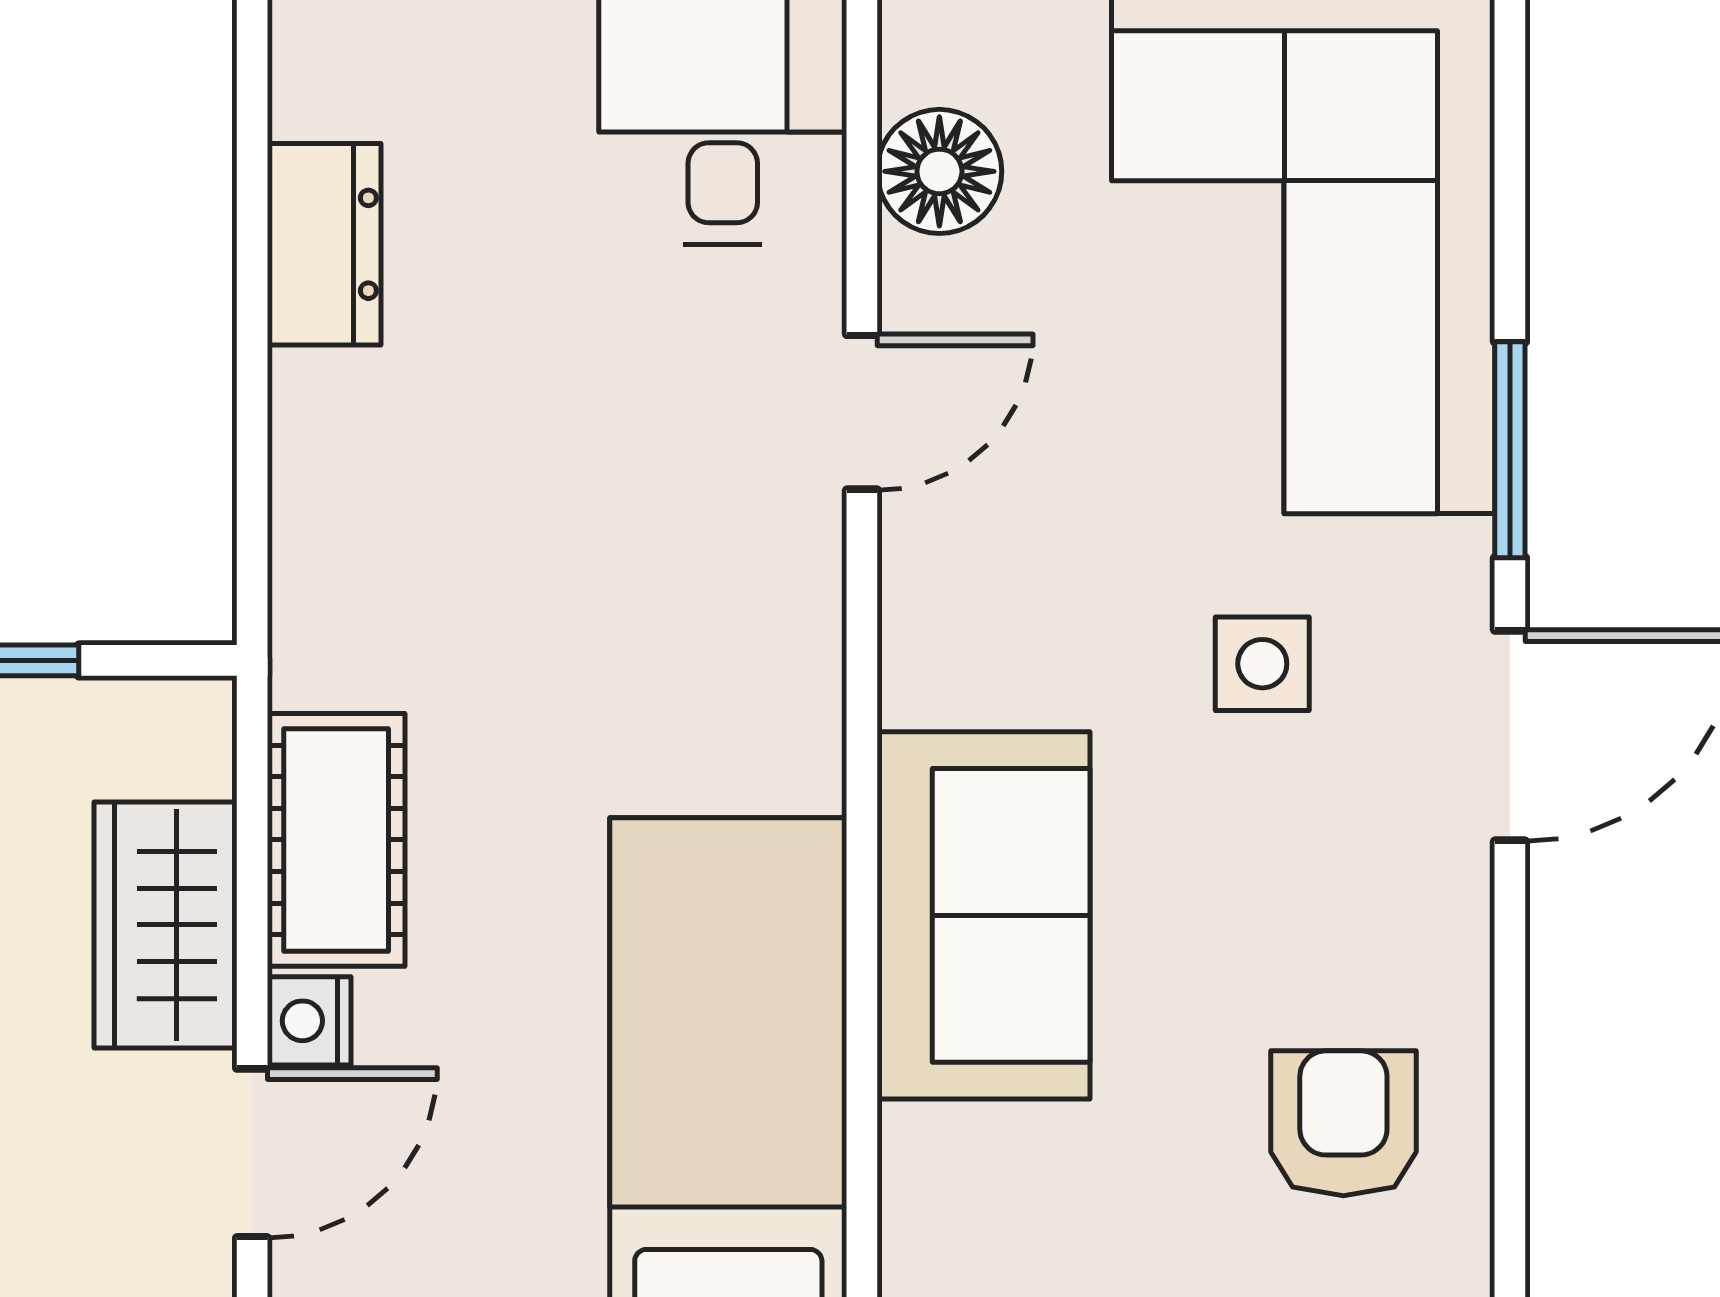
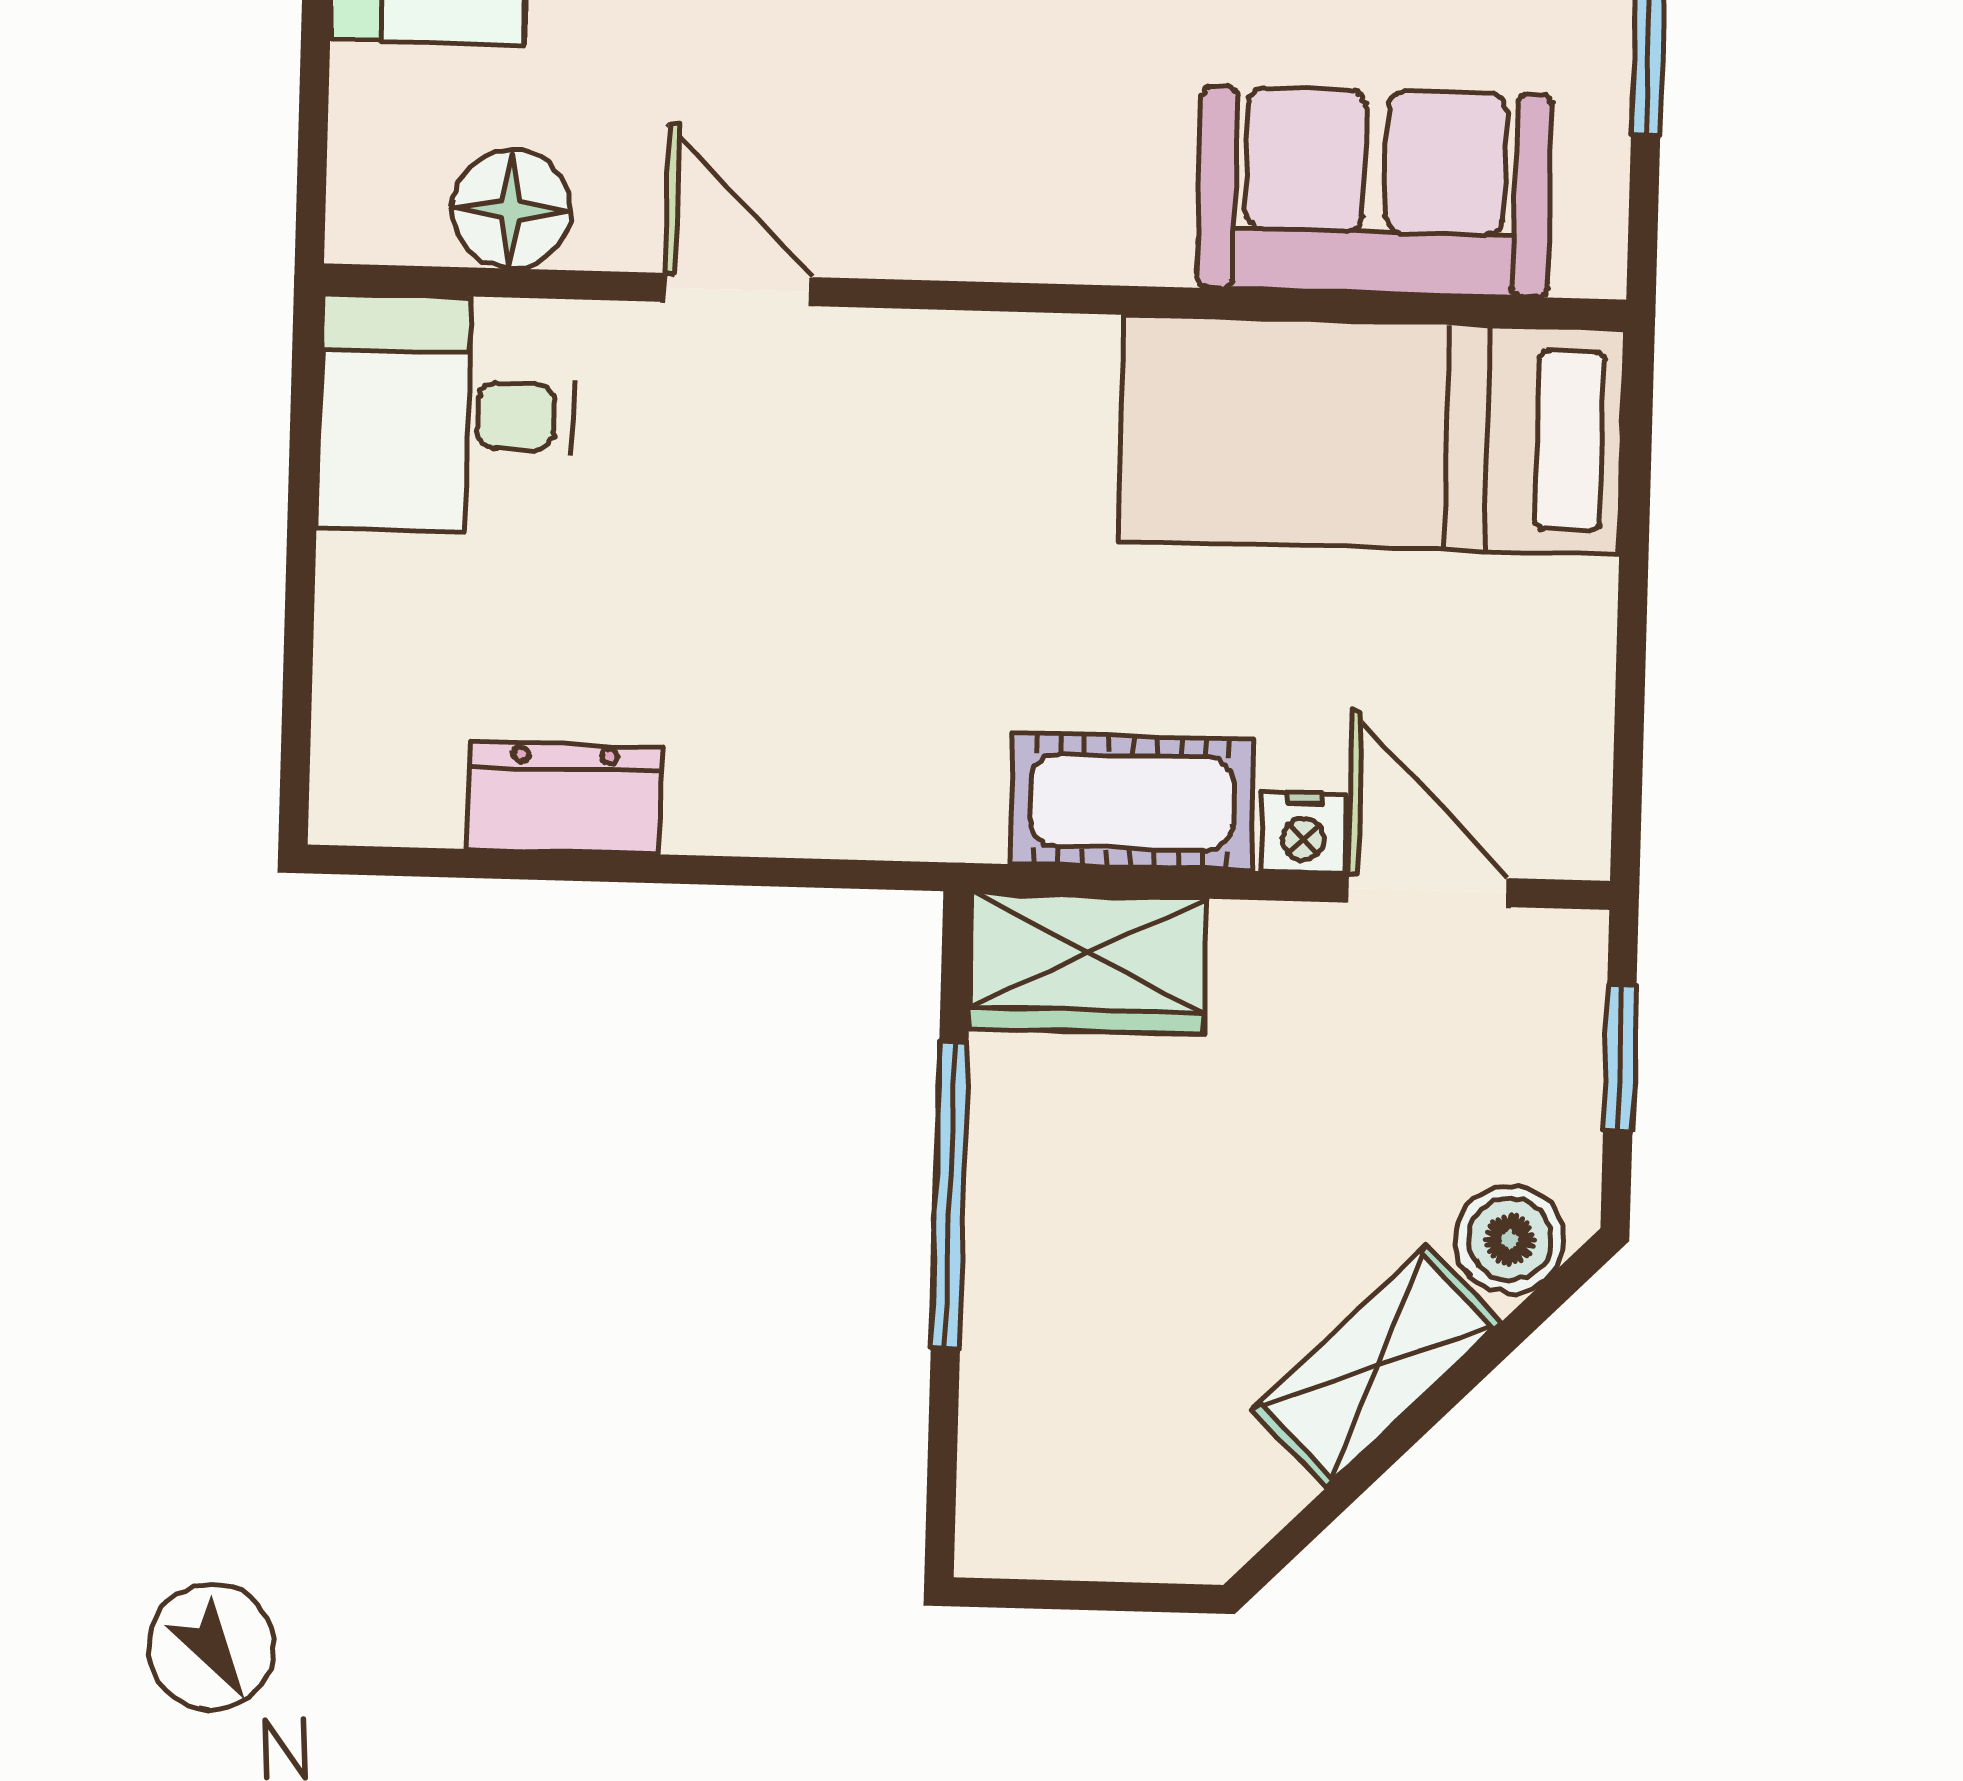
sofa: (983, 915) -> (1375, 191), moved
wardrobe: (165, 925) -> (1088, 963), moved

